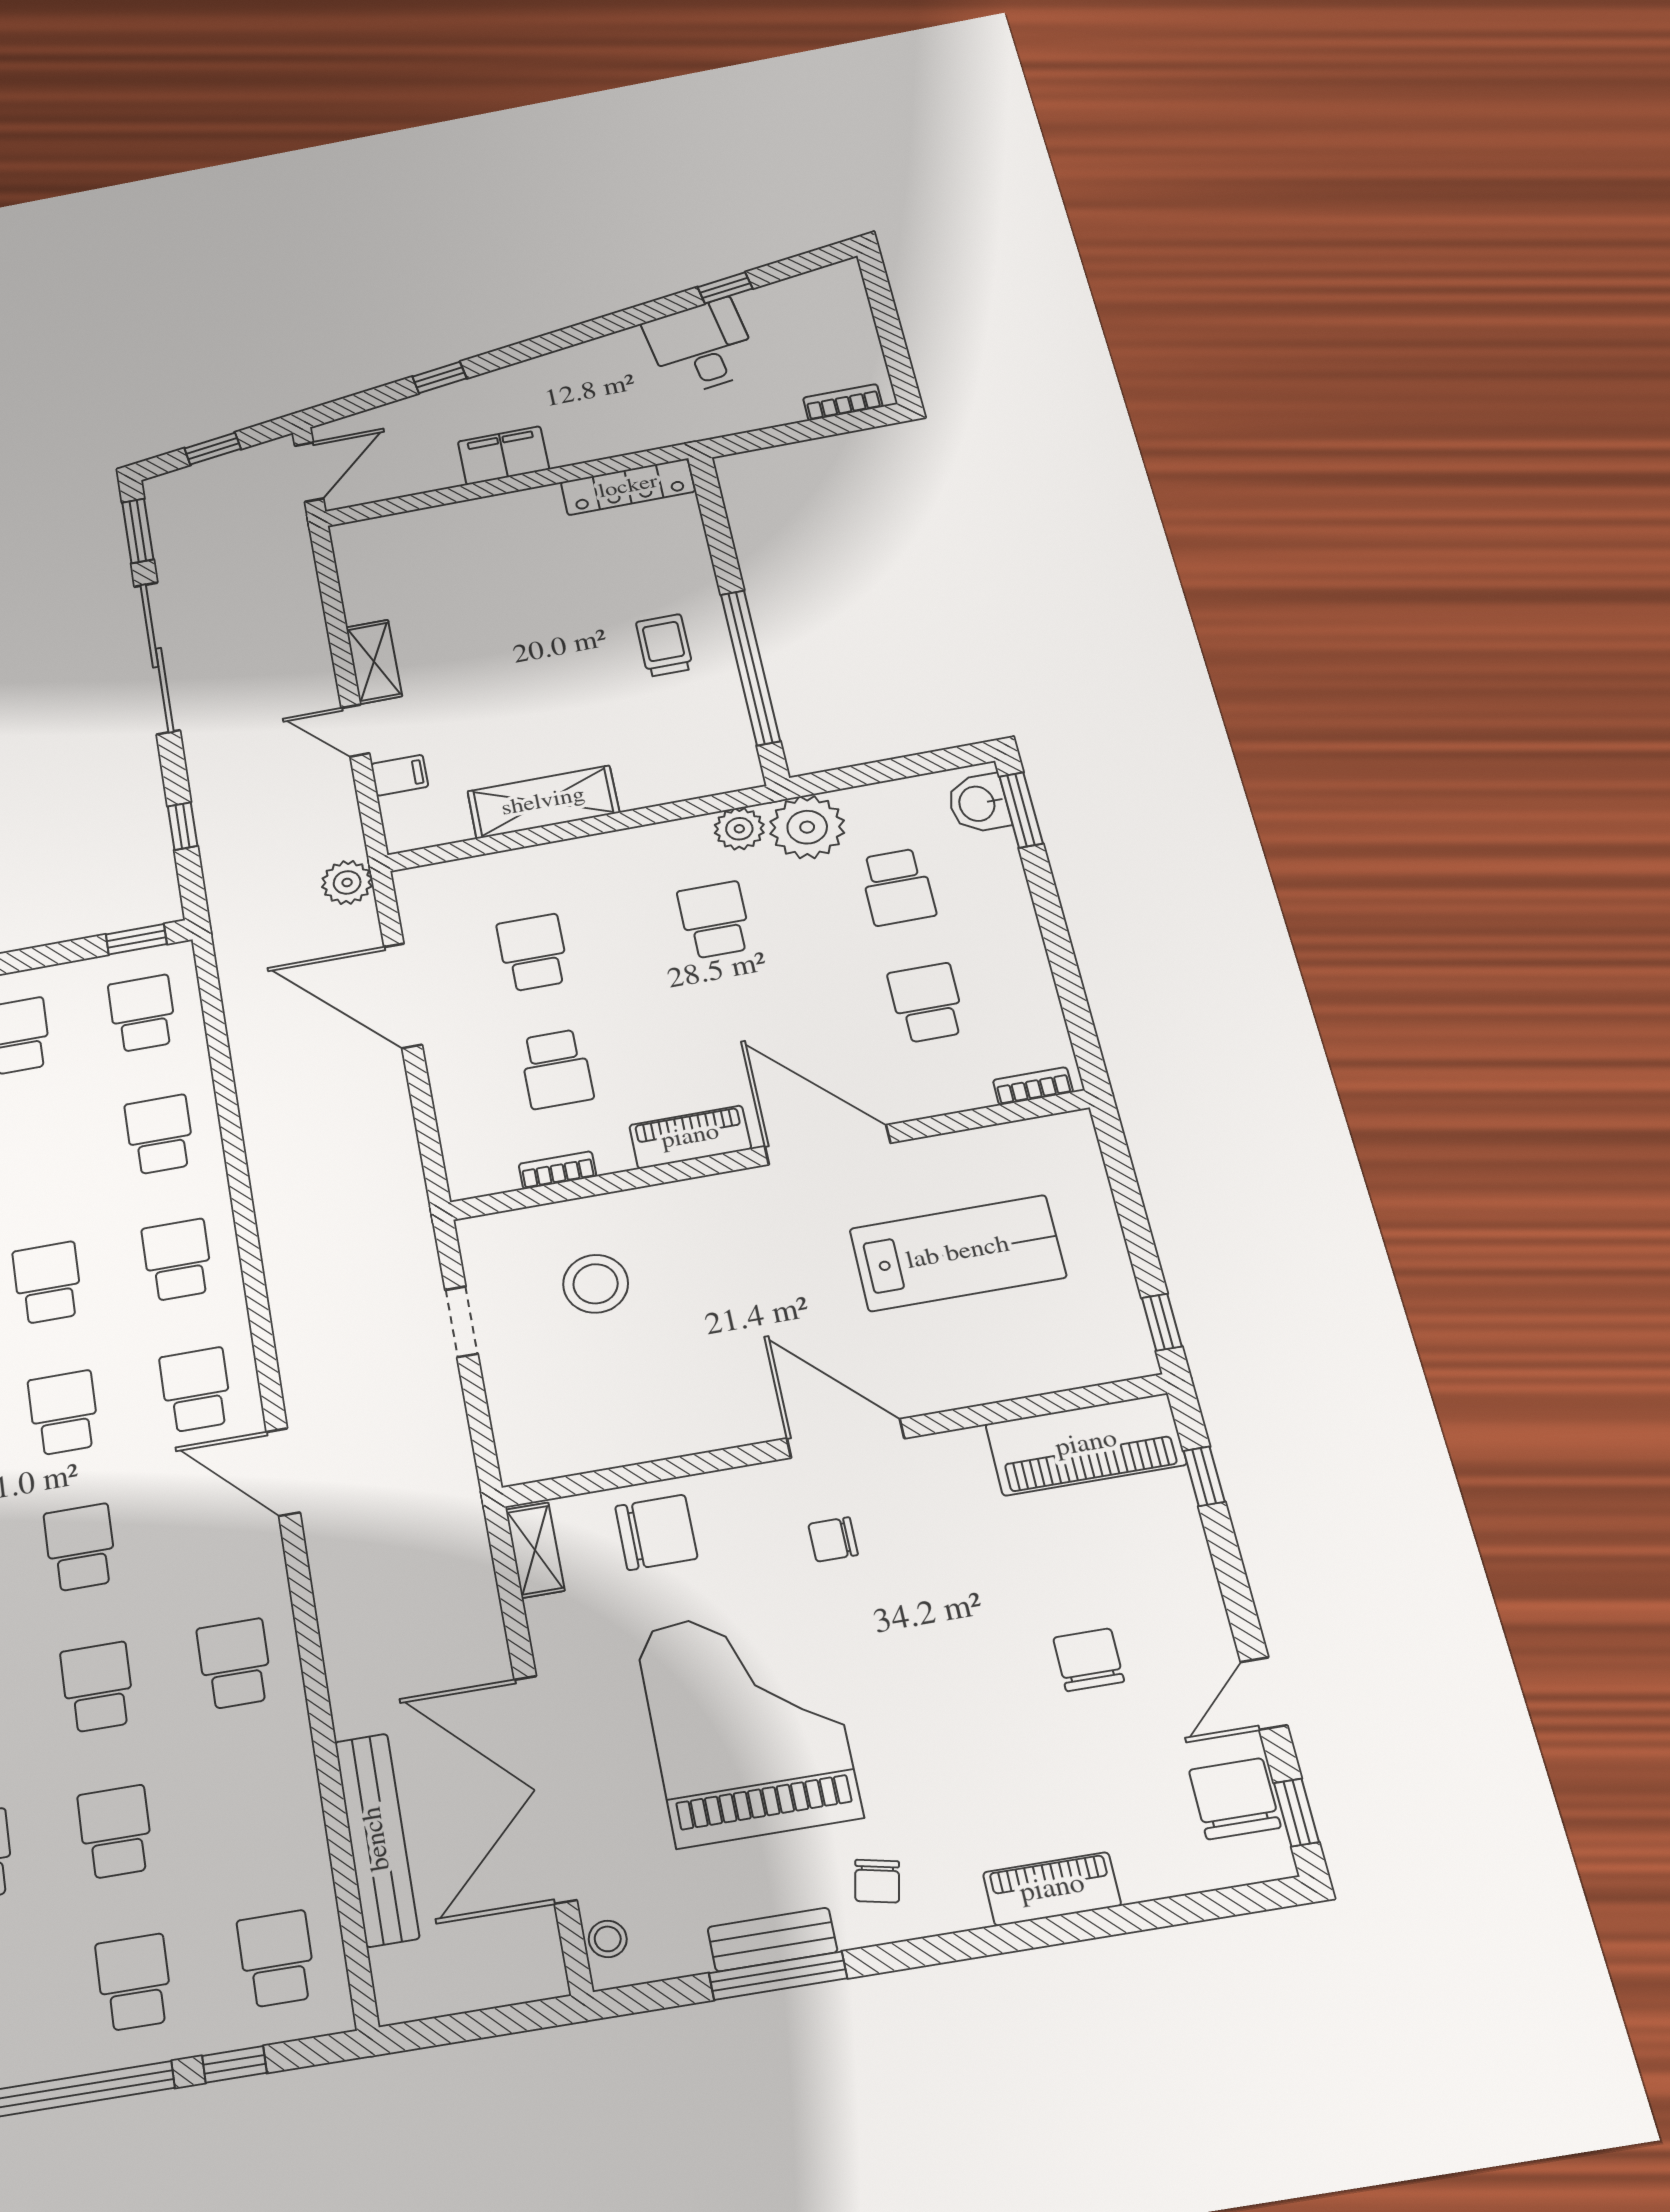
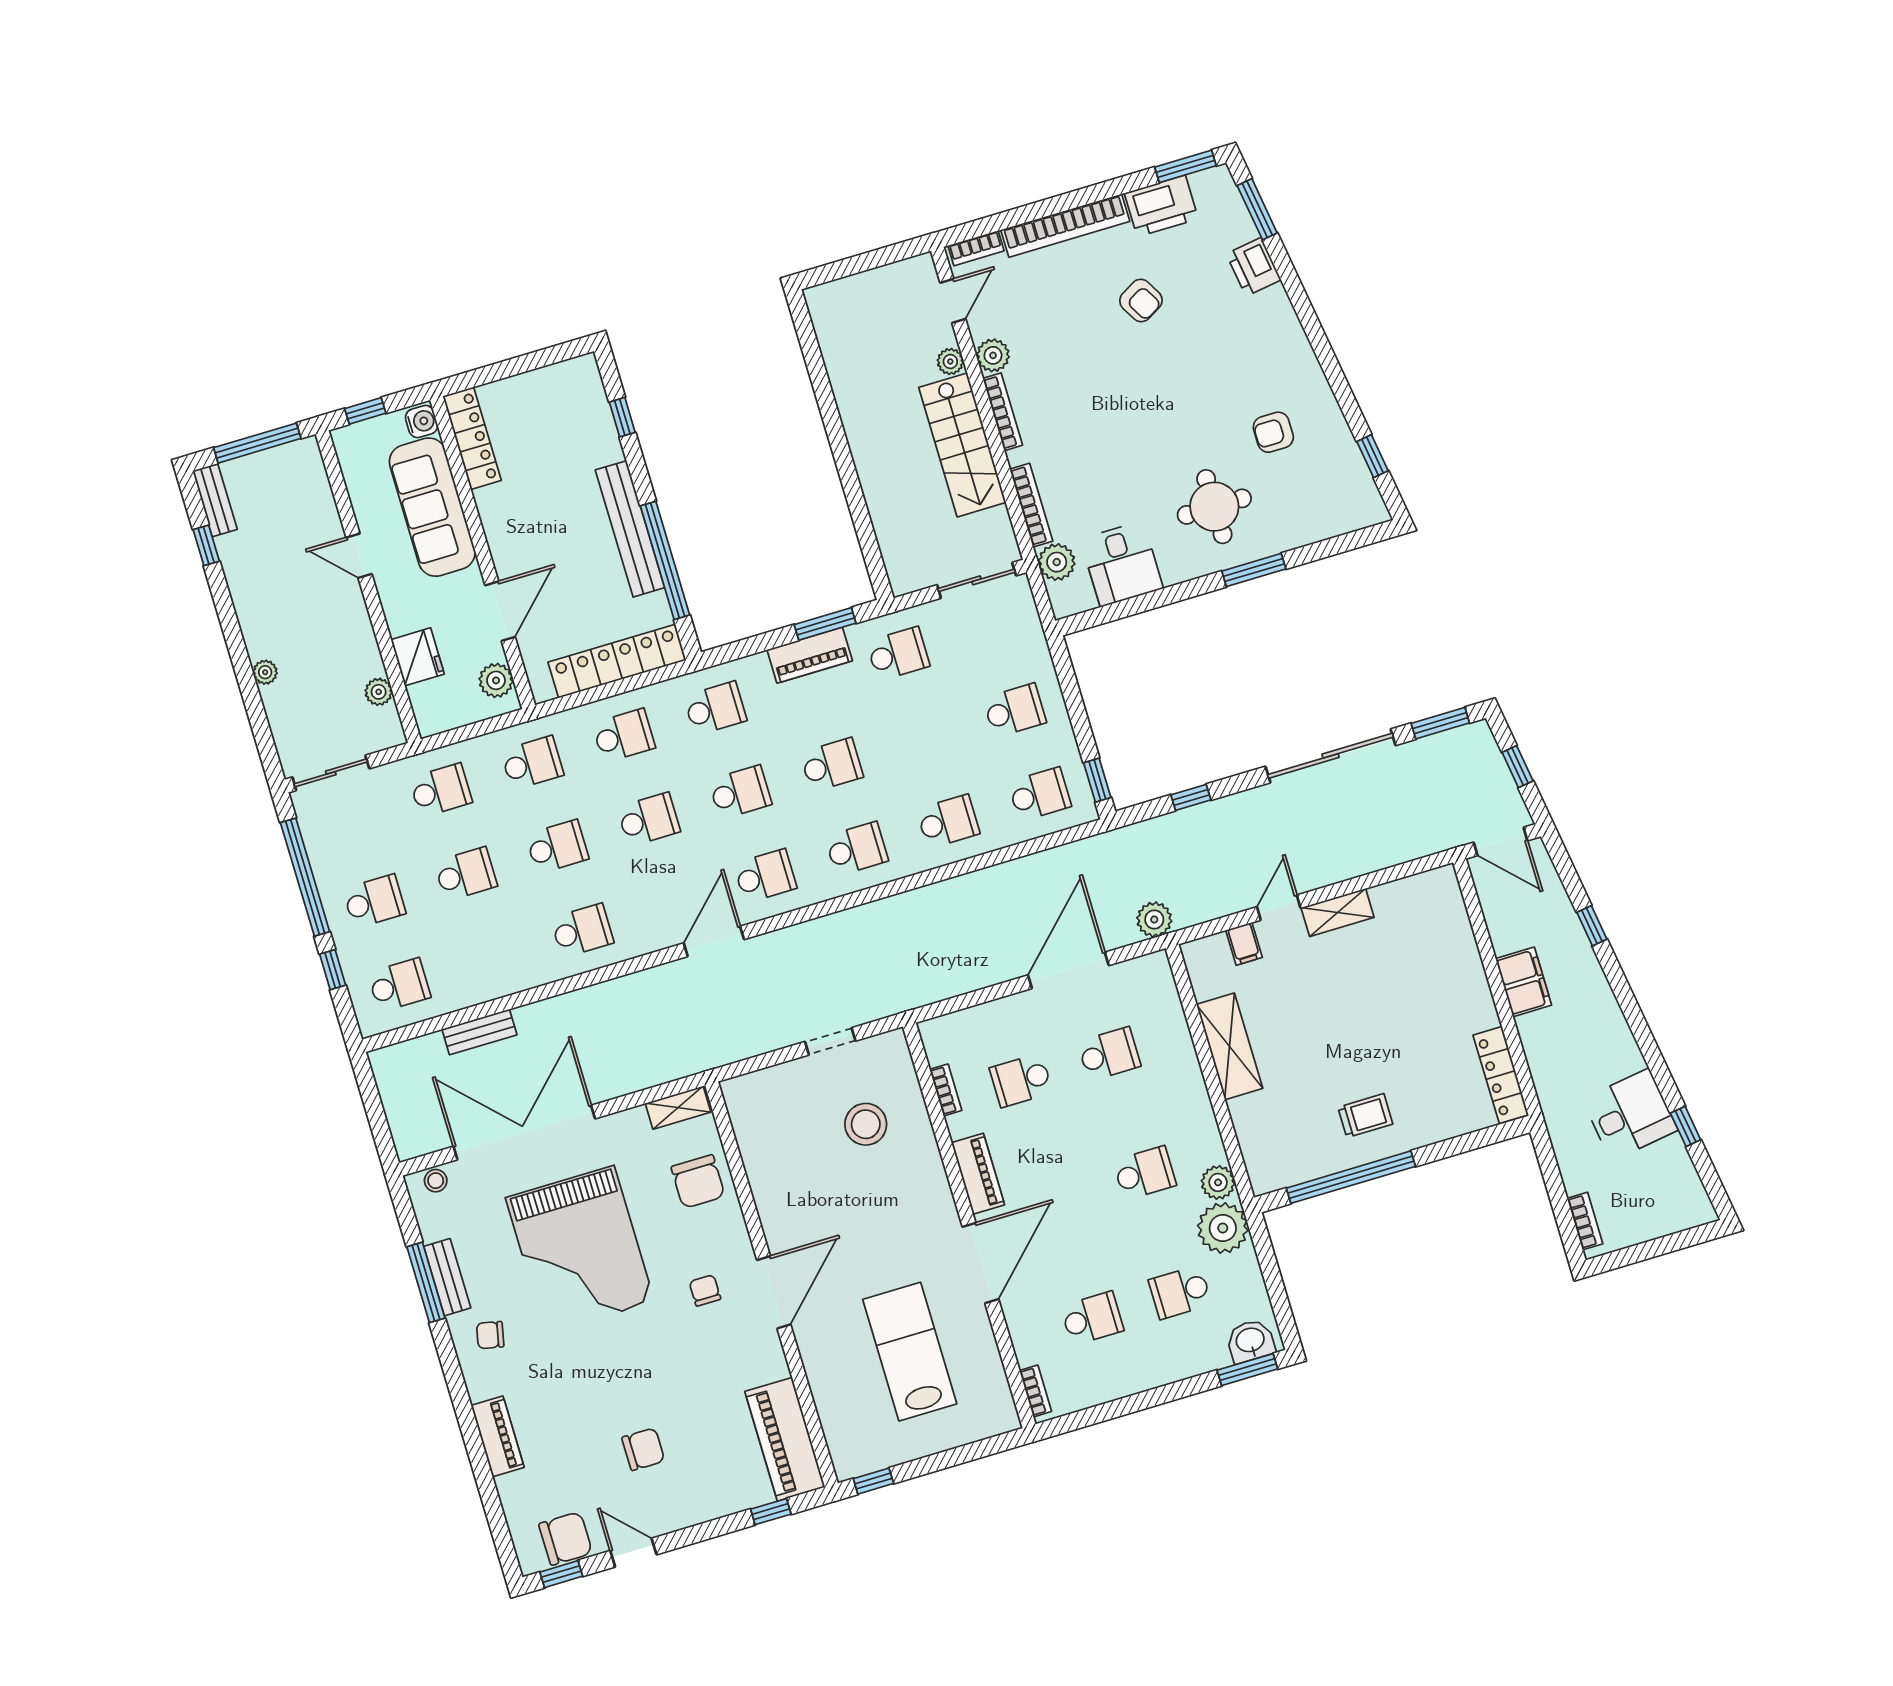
lab bench: (958, 1253) -> (910, 1352), turned 180
grand piano: (747, 1723) -> (580, 1249), turned 90
bench: (377, 1839) -> (479, 1032), width x0.54, depth x0.82

